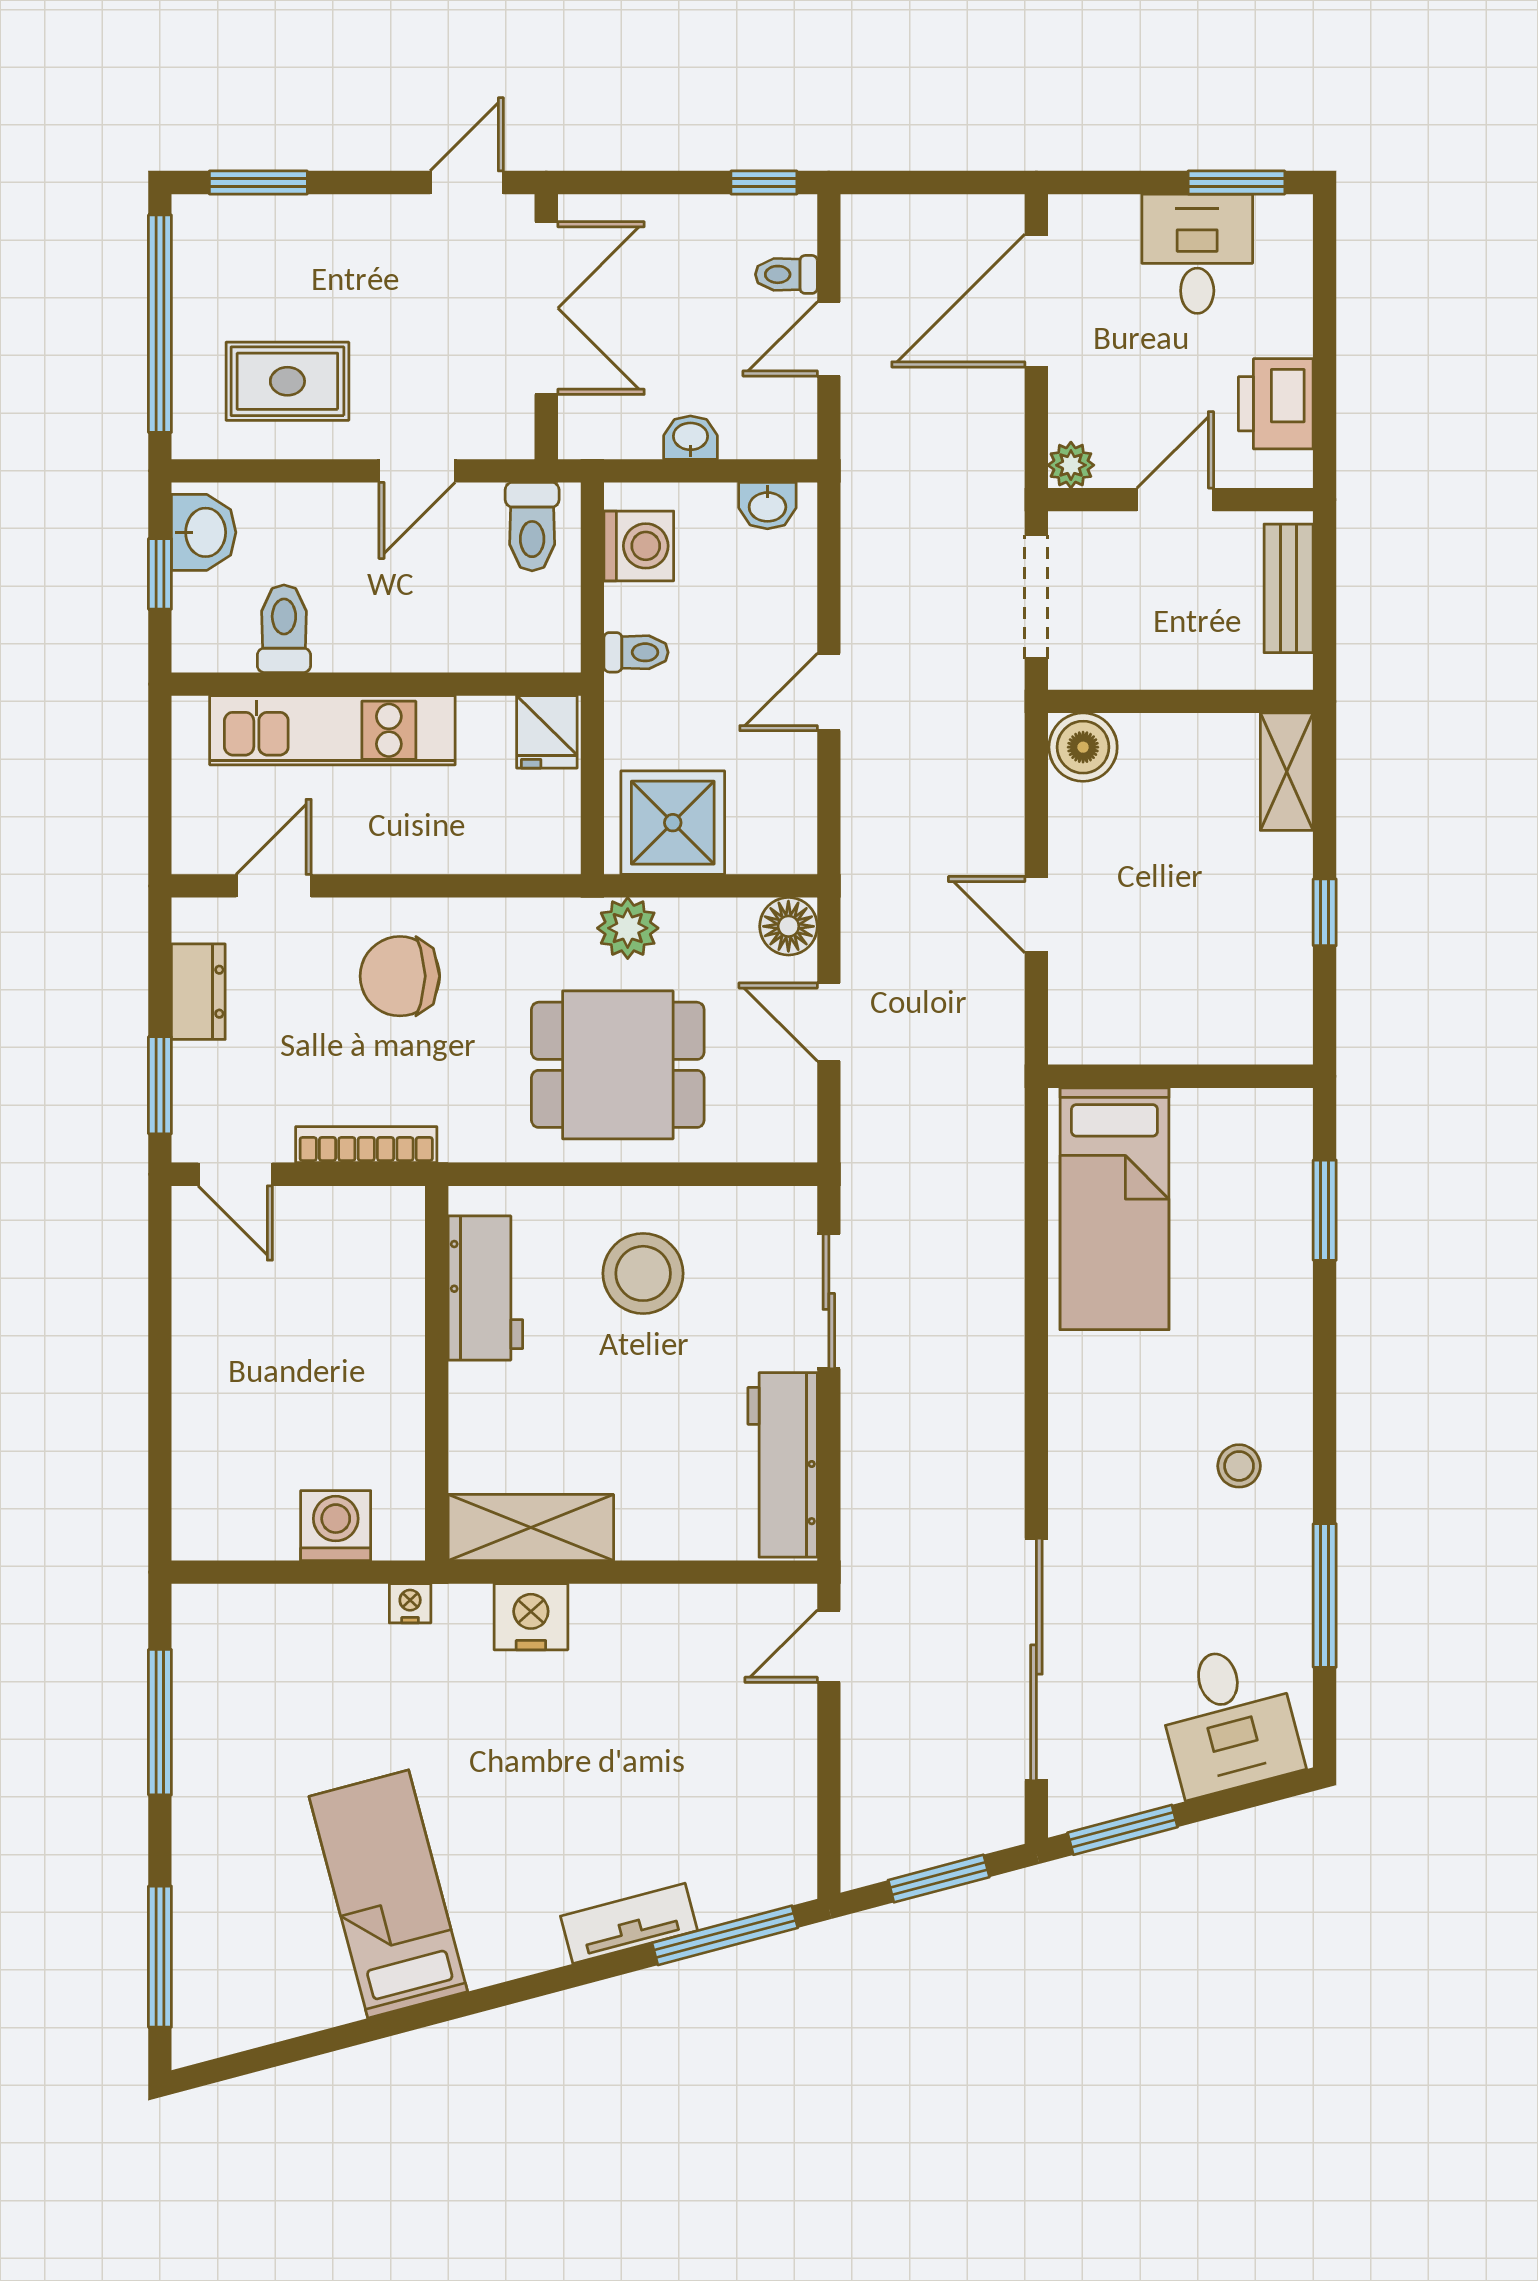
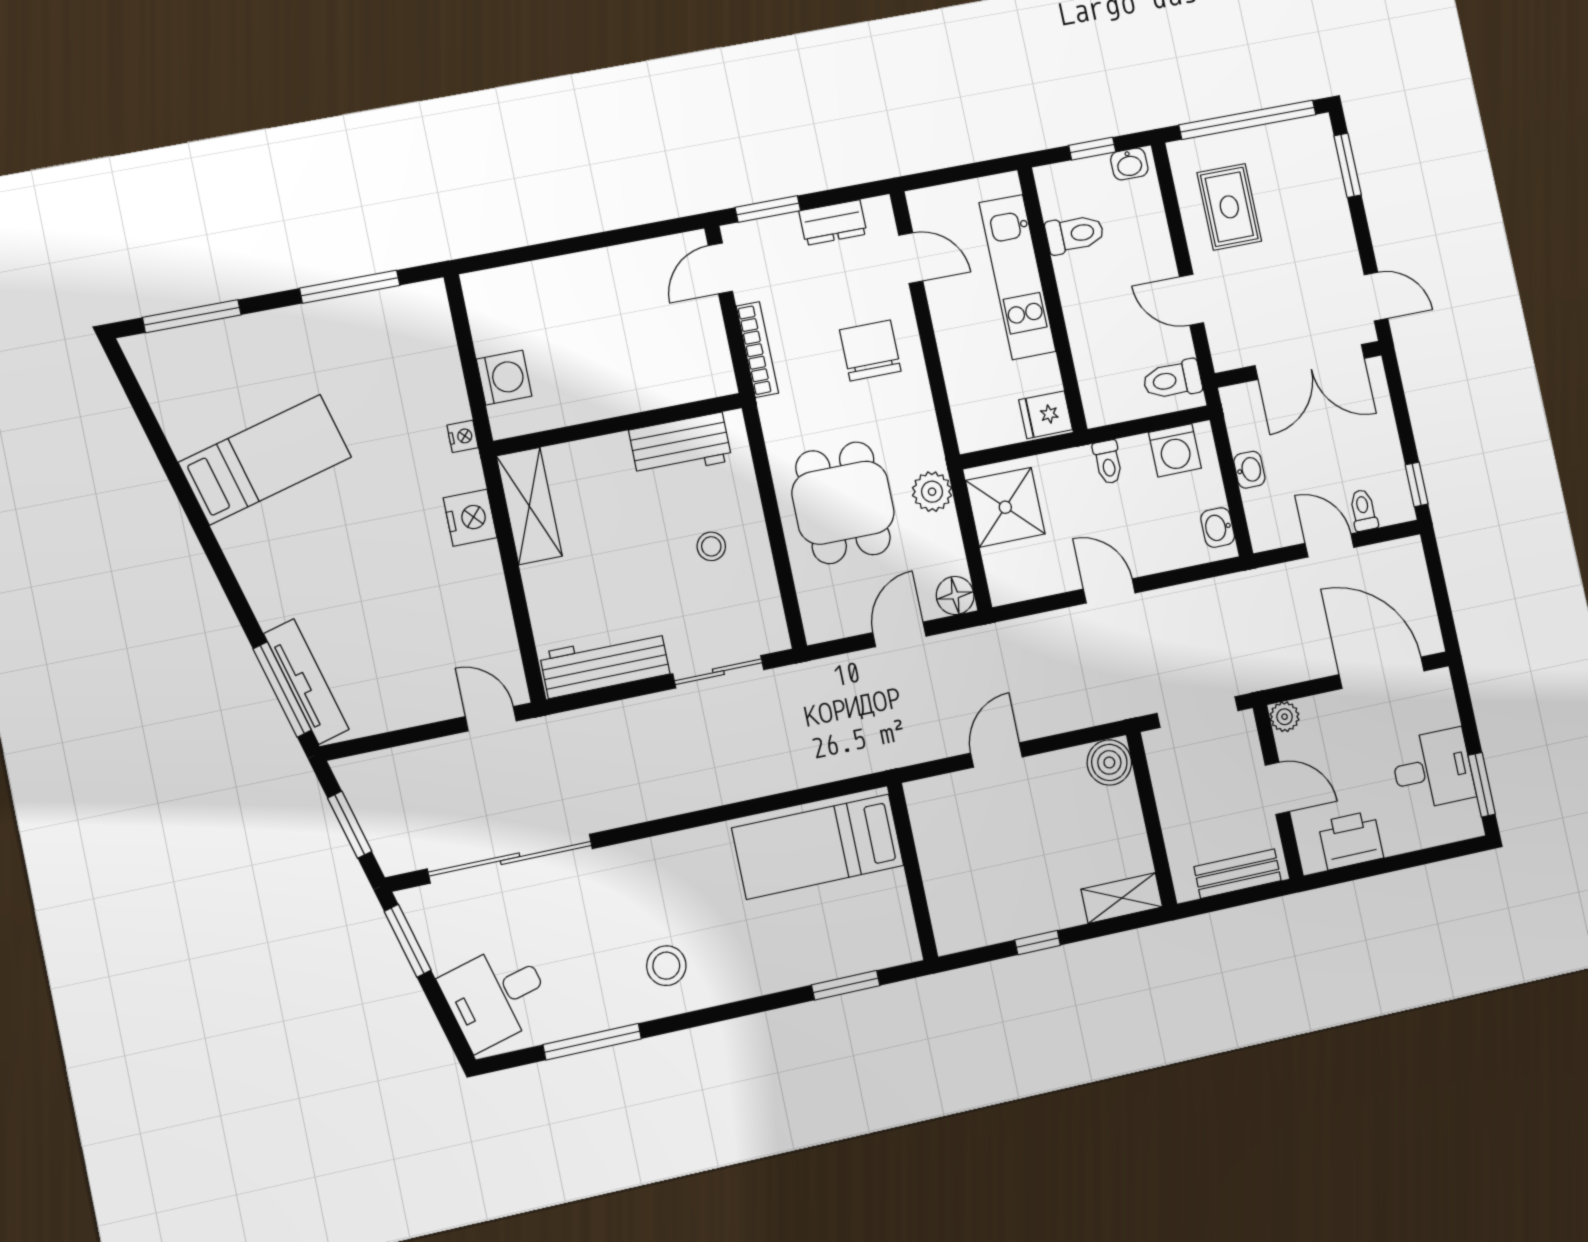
washbasin: (204, 532) -> (1129, 164), width x0.72, depth x0.69
stool: (643, 1273) -> (711, 546), width x0.53, depth x0.53
stool: (1239, 1466) -> (666, 966), width x1.37, depth x1.37
tv unit: (629, 1923) -> (306, 682), moved, width x1.41

